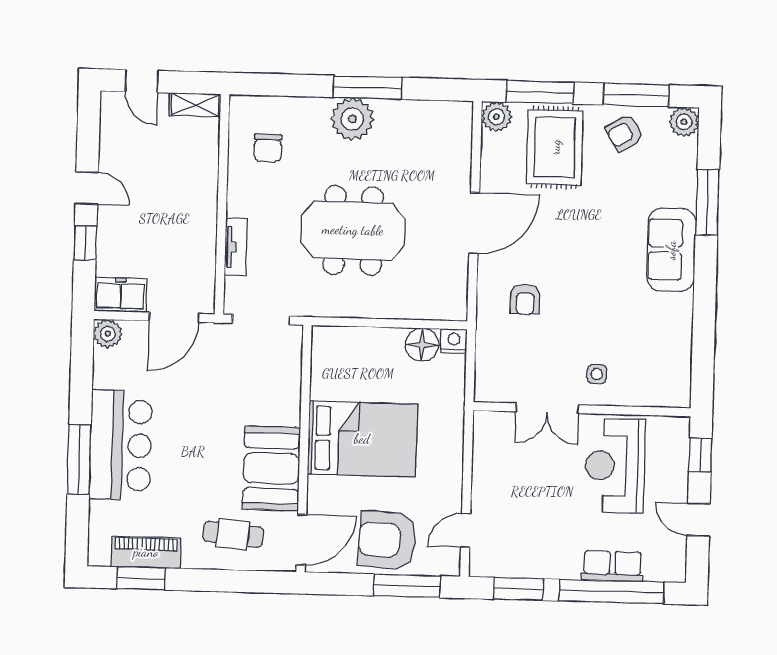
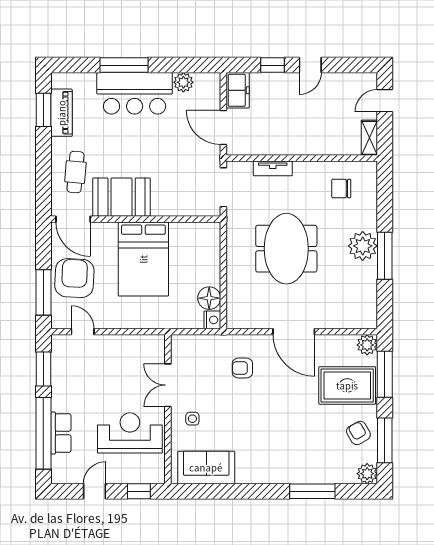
sofa: (671, 250) -> (206, 467), moved
plant: (108, 334) -> (183, 82), moved

